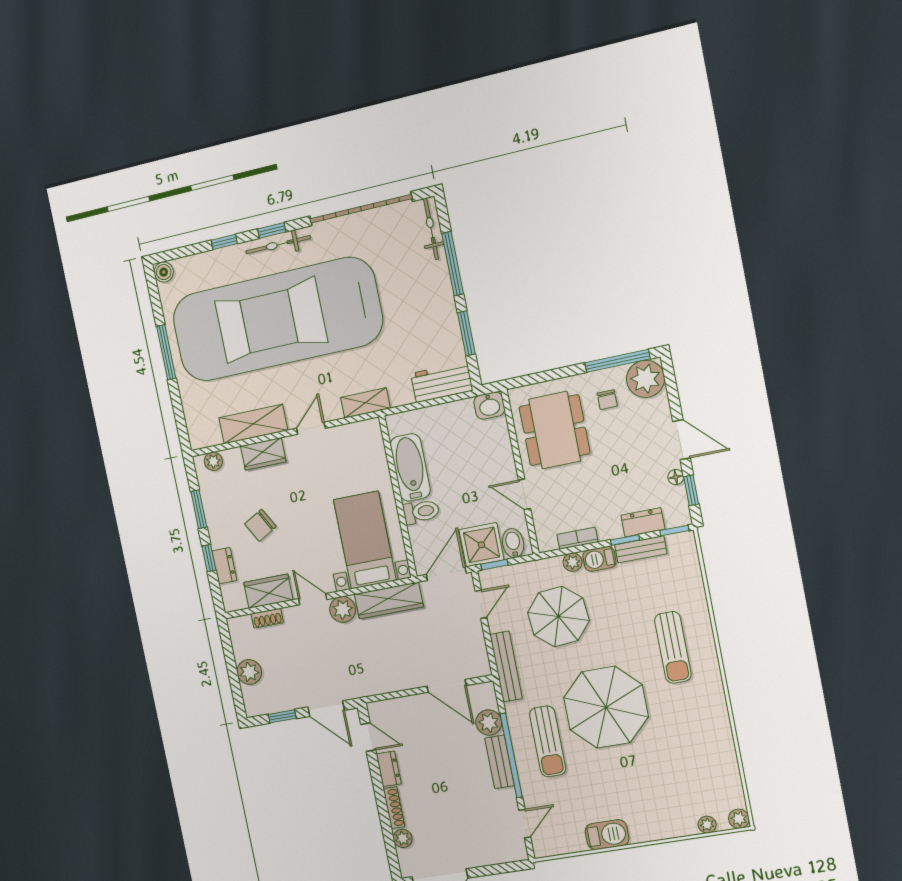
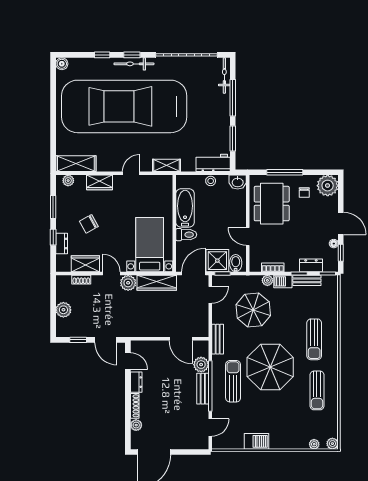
window: (166, 352) -> (53, 111), removed
window: (617, 361) -> (285, 172), moved
stool: (444, 413) -> (211, 181), added
shelving: (253, 424) -> (76, 164), moved
bench: (506, 667) -> (218, 339), width x0.73
sun lounger: (695, 733) -> (317, 390), added
sun lounger: (548, 741) -> (233, 381), turned 180

